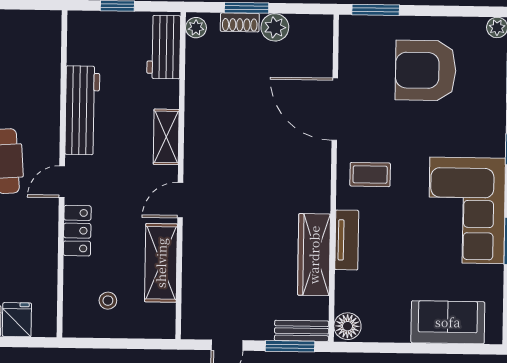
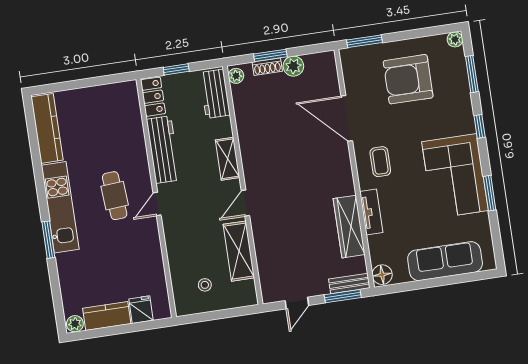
coffee table: (370, 175) -> (380, 162), turned 90
locker: (77, 231) -> (153, 97), moved
sofa: (448, 322) -> (445, 261), width x1.36

